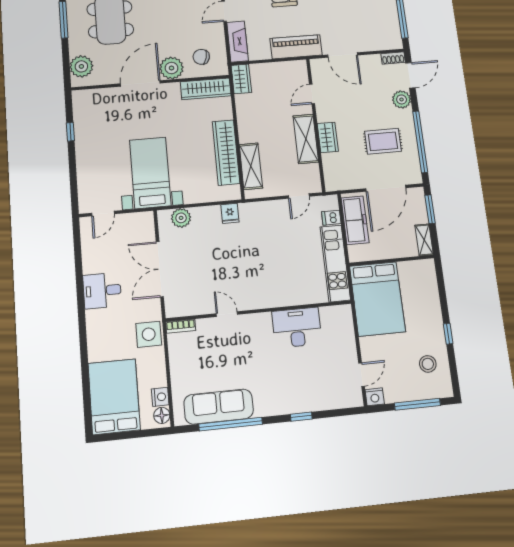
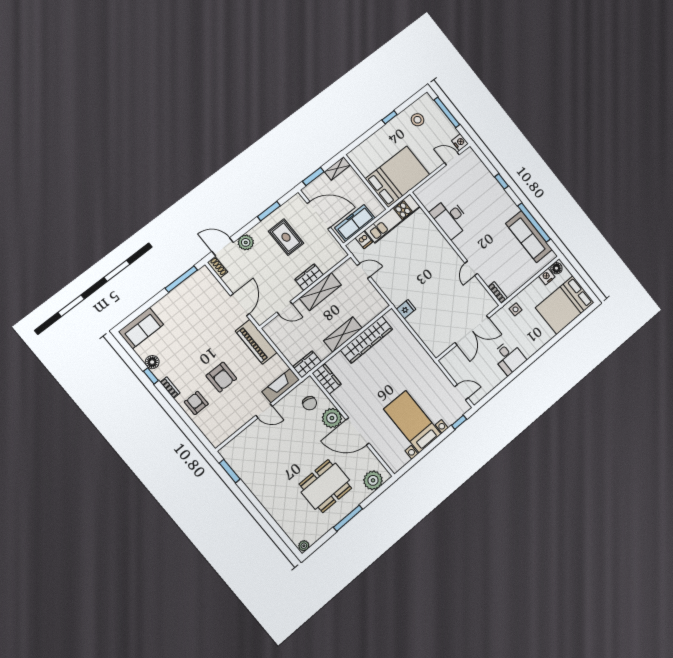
wardrobe: (206, 89) -> (327, 379), width x0.67
window: (70, 132) -> (459, 422), moved
window: (420, 142) -> (269, 211), width x0.47
shelving: (251, 166) -> (343, 334), moved
bed with nightstands: (150, 173) -> (412, 422), moved, turned 90
plant: (181, 218) -> (430, 339), removed
side table: (149, 334) -> (516, 309), width x0.54, depth x0.54

